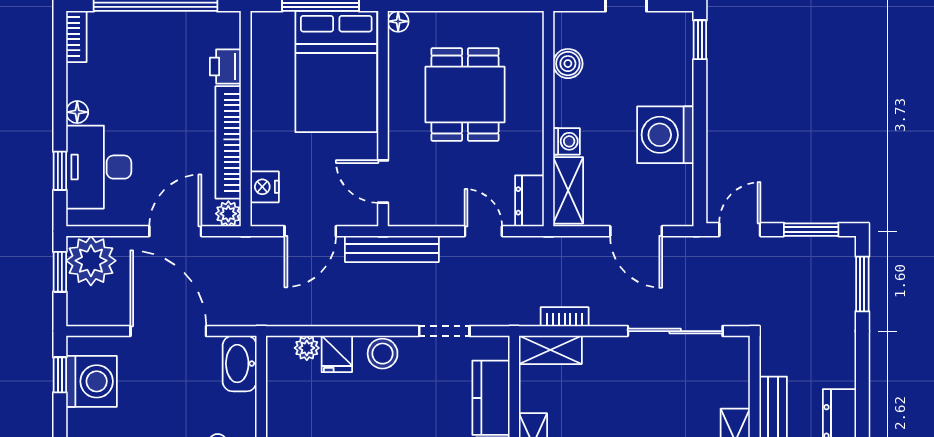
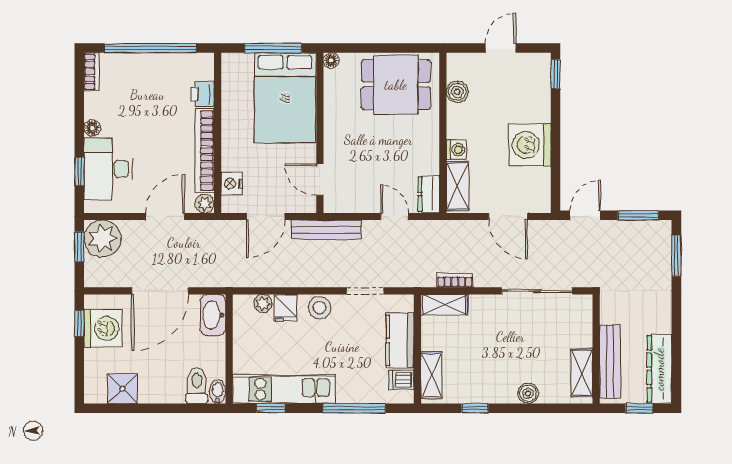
dining table: (465, 94) -> (396, 85), moved, turned 90
door: (168, 331) -> (160, 291), swing flipped

